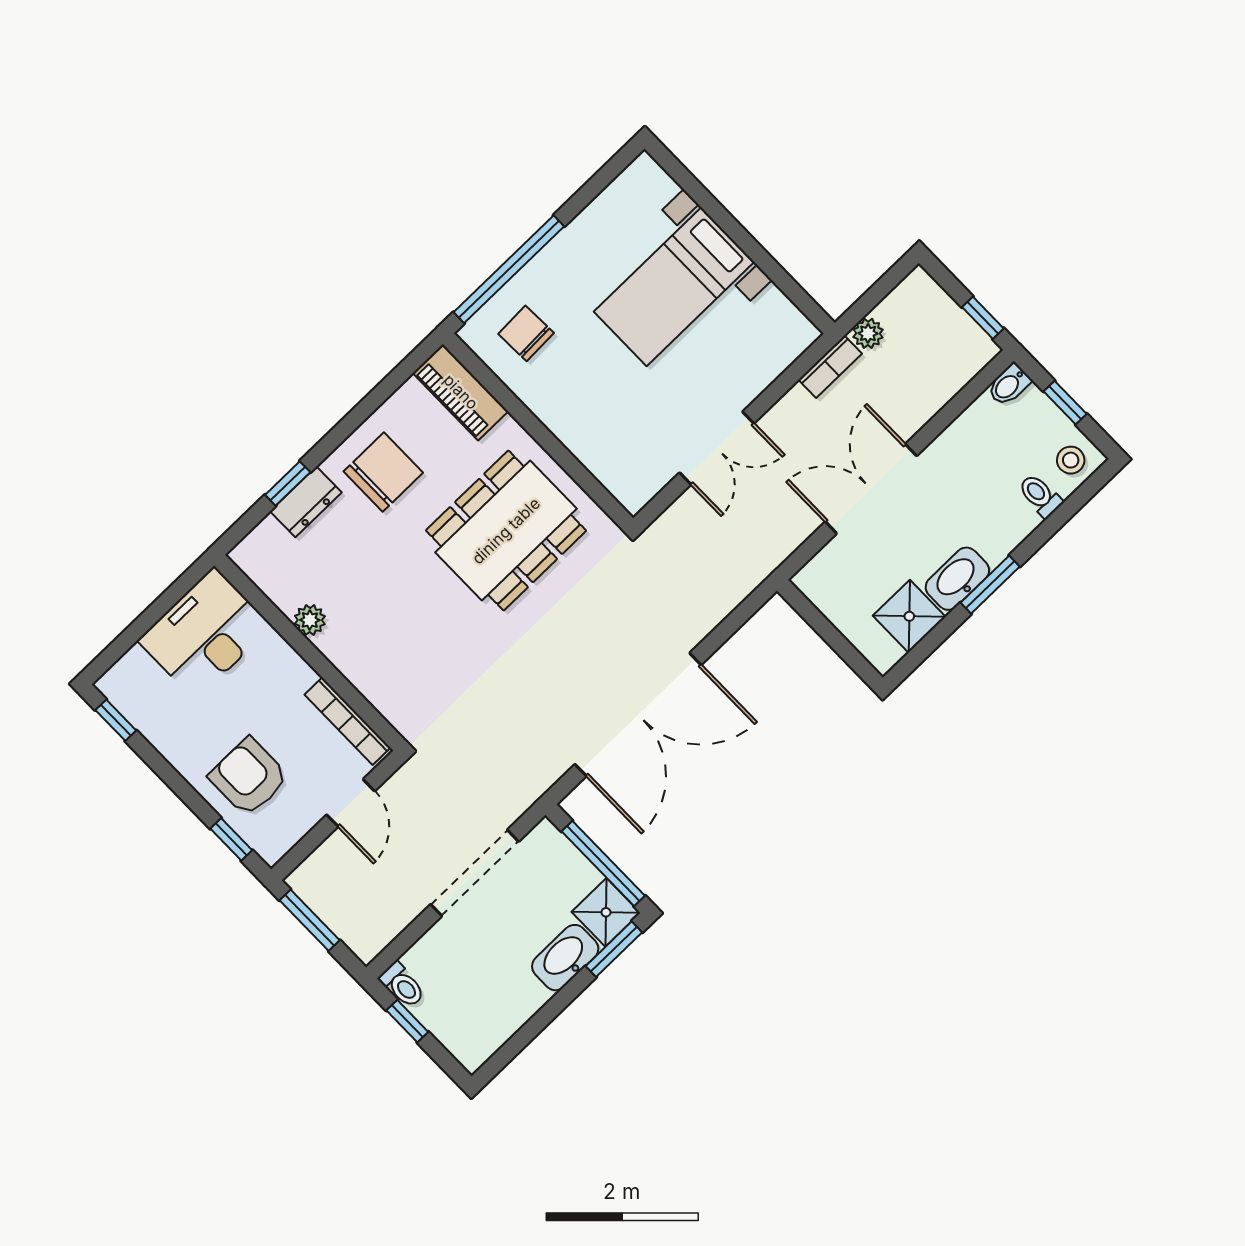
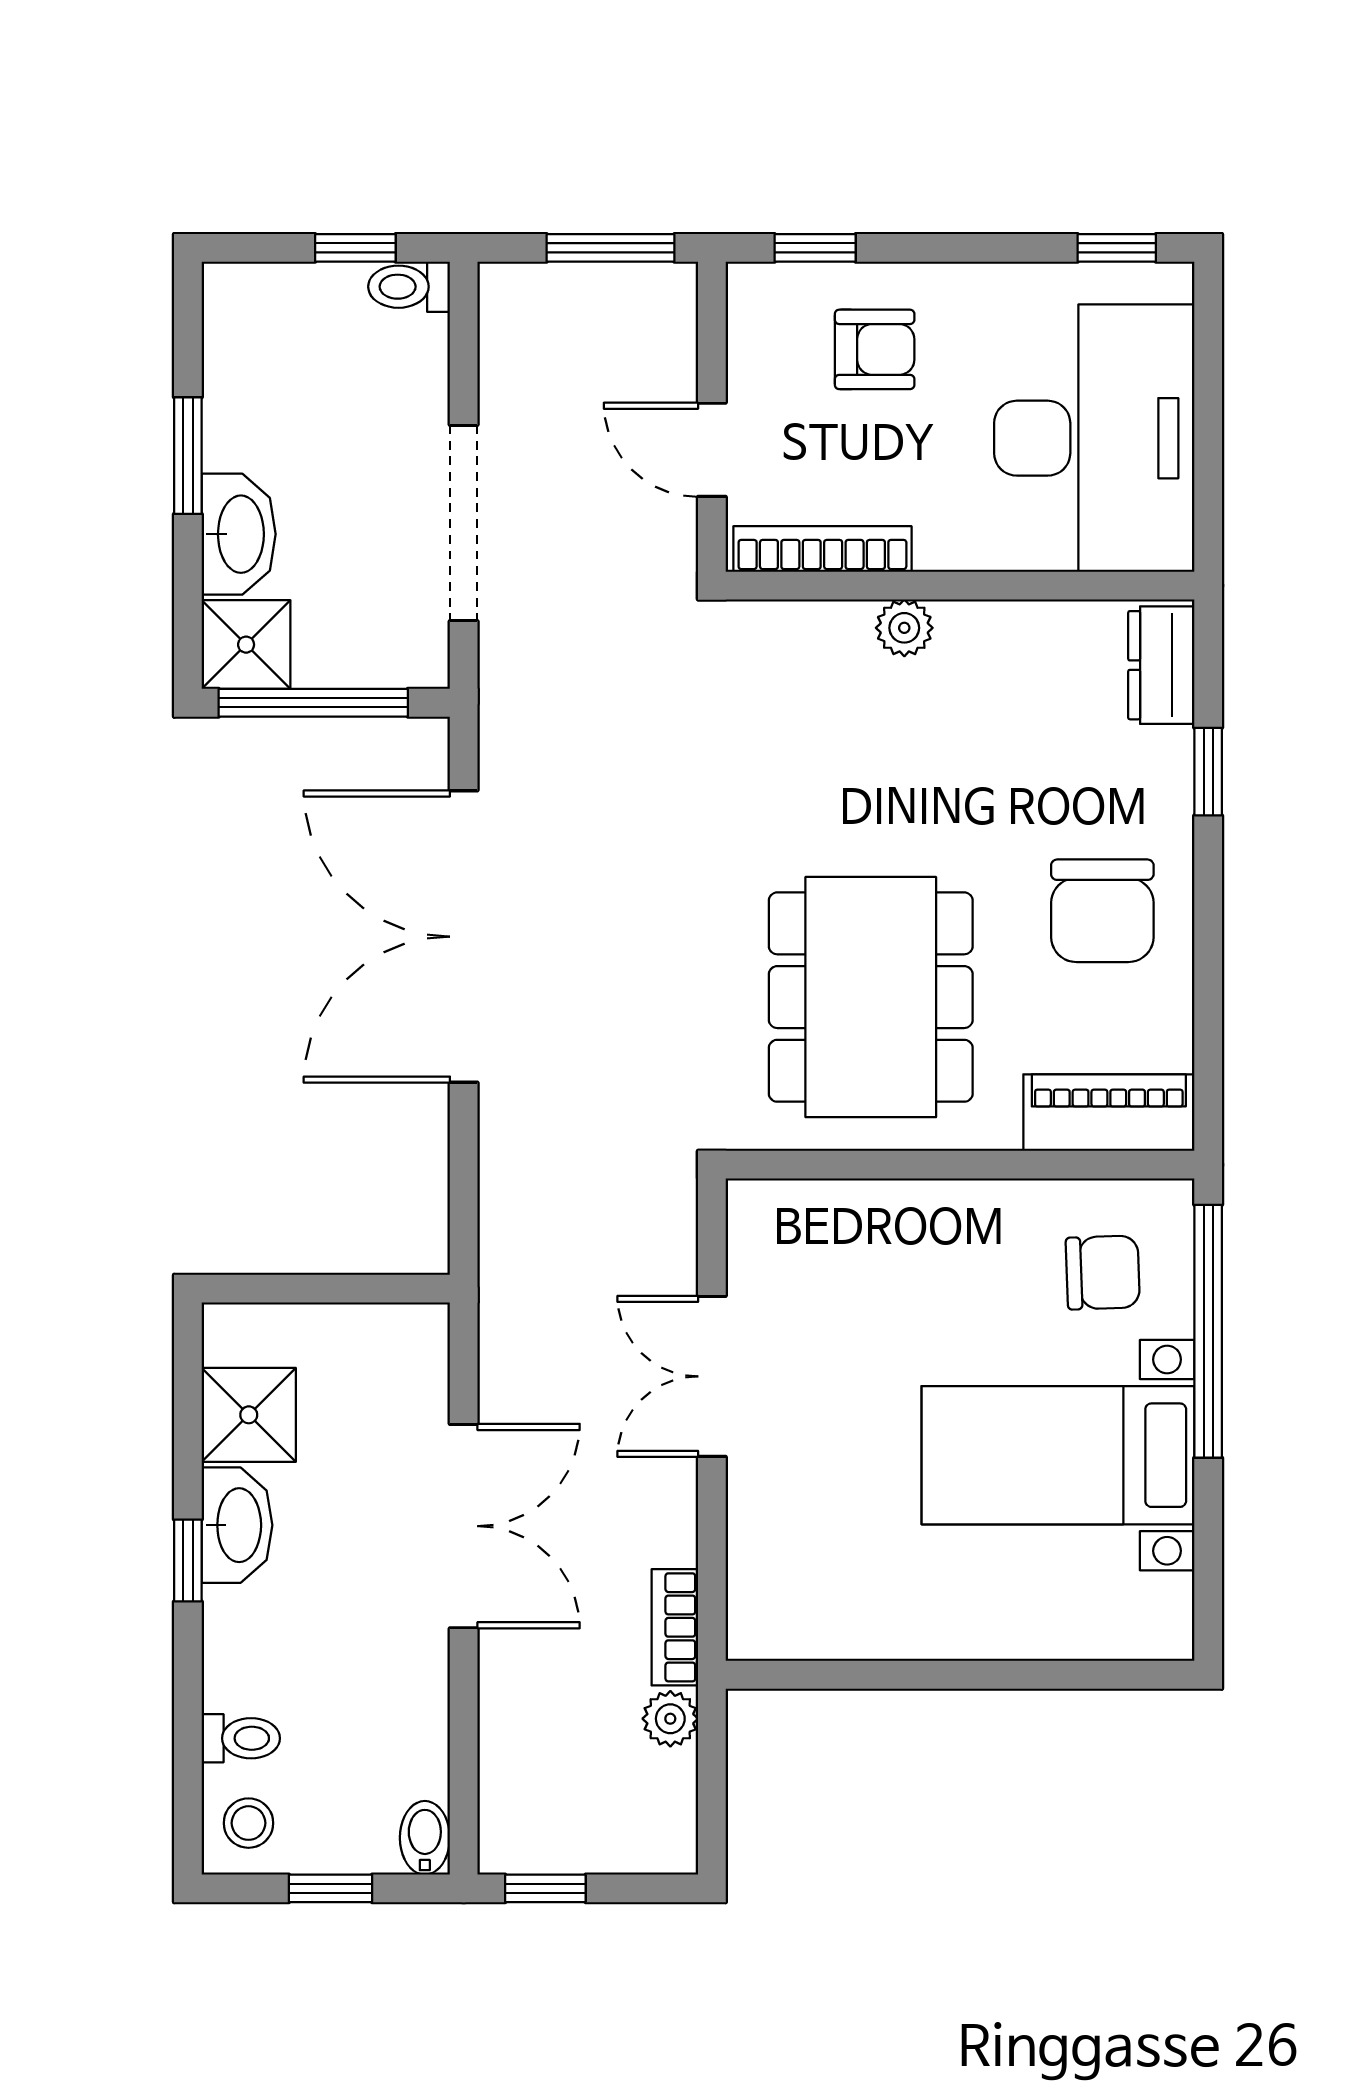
bed with nightstands: (674, 287) -> (1058, 1455), moved, turned -90
dresser: (306, 502) -> (1161, 665), moved
window: (990, 585) -> (188, 1560), width x0.67
plant: (310, 620) -> (904, 628), moved
desk: (205, 633) -> (1094, 438), width x1.36, depth x1.30
armchair: (249, 777) -> (875, 349), width x0.72, depth x0.72
window: (614, 949) -> (188, 456), moved

